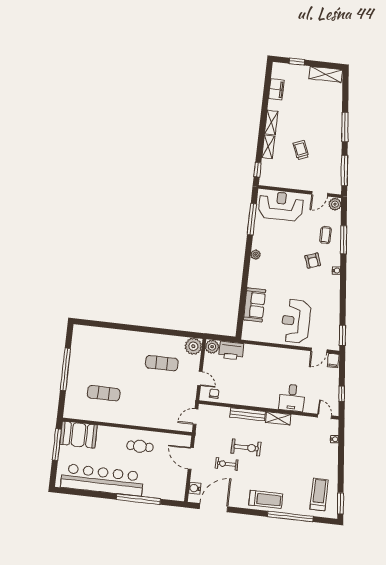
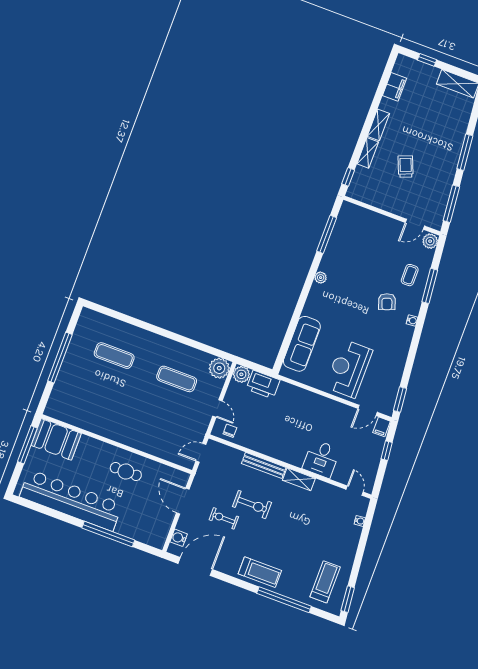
reception desk: (281, 206) -> (365, 227), removed
sofa: (255, 305) -> (302, 344), width x1.36
exercise mat: (104, 393) -> (114, 356), moved
window: (342, 394) -> (387, 451), moved

